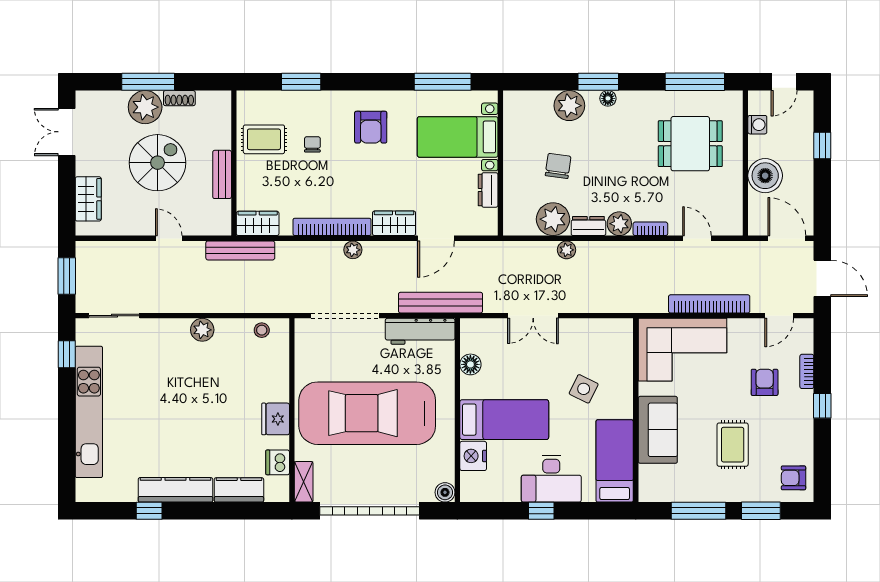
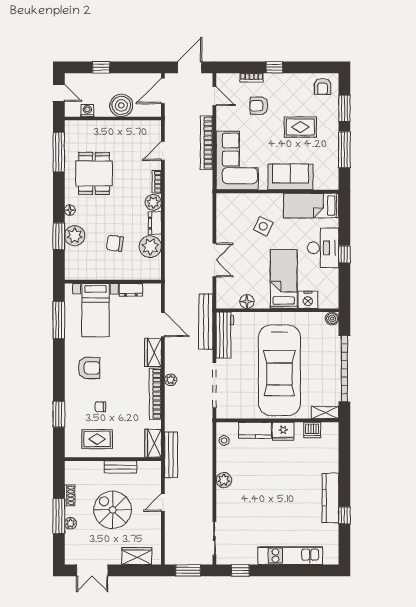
window: (598, 82) -> (59, 236), moved
plant: (145, 107) -> (70, 523), width x0.53, depth x0.53
rug: (264, 139) -> (97, 439), turned 90
dining table: (690, 144) -> (94, 173), moved
plant: (567, 250) -> (171, 238), removed
kitchen unit: (89, 412) -> (290, 556), width x0.73
kitchen counter: (239, 490) -> (255, 430), moved, turned -90

